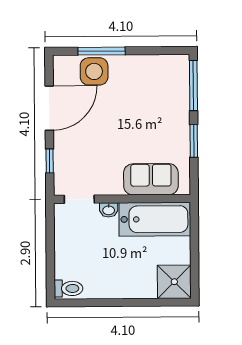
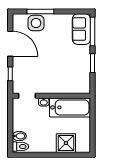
door: (49, 108) -> (10, 44), hinge flipped
sofa: (151, 179) -> (81, 29), moved, turned -90
bidet: (66, 270) -> (19, 136), added
shower: (174, 282) -> (66, 143), moved

